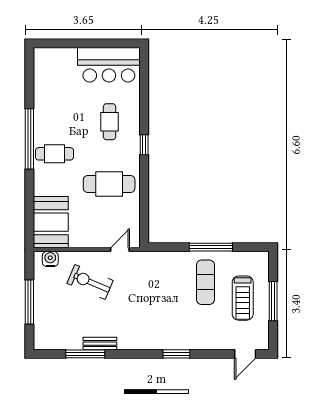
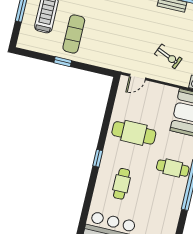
window: (211, 247) -> (63, 62), width x0.46
exercise bike: (90, 282) -> (168, 56), width x0.73, depth x0.72

